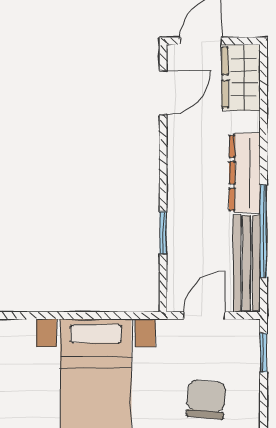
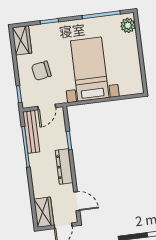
door: (163, 93) -> (77, 201), swing flipped
dresser: (245, 173) -> (64, 166), moved, turned 180
chair: (206, 400) -> (41, 71), turned 75

